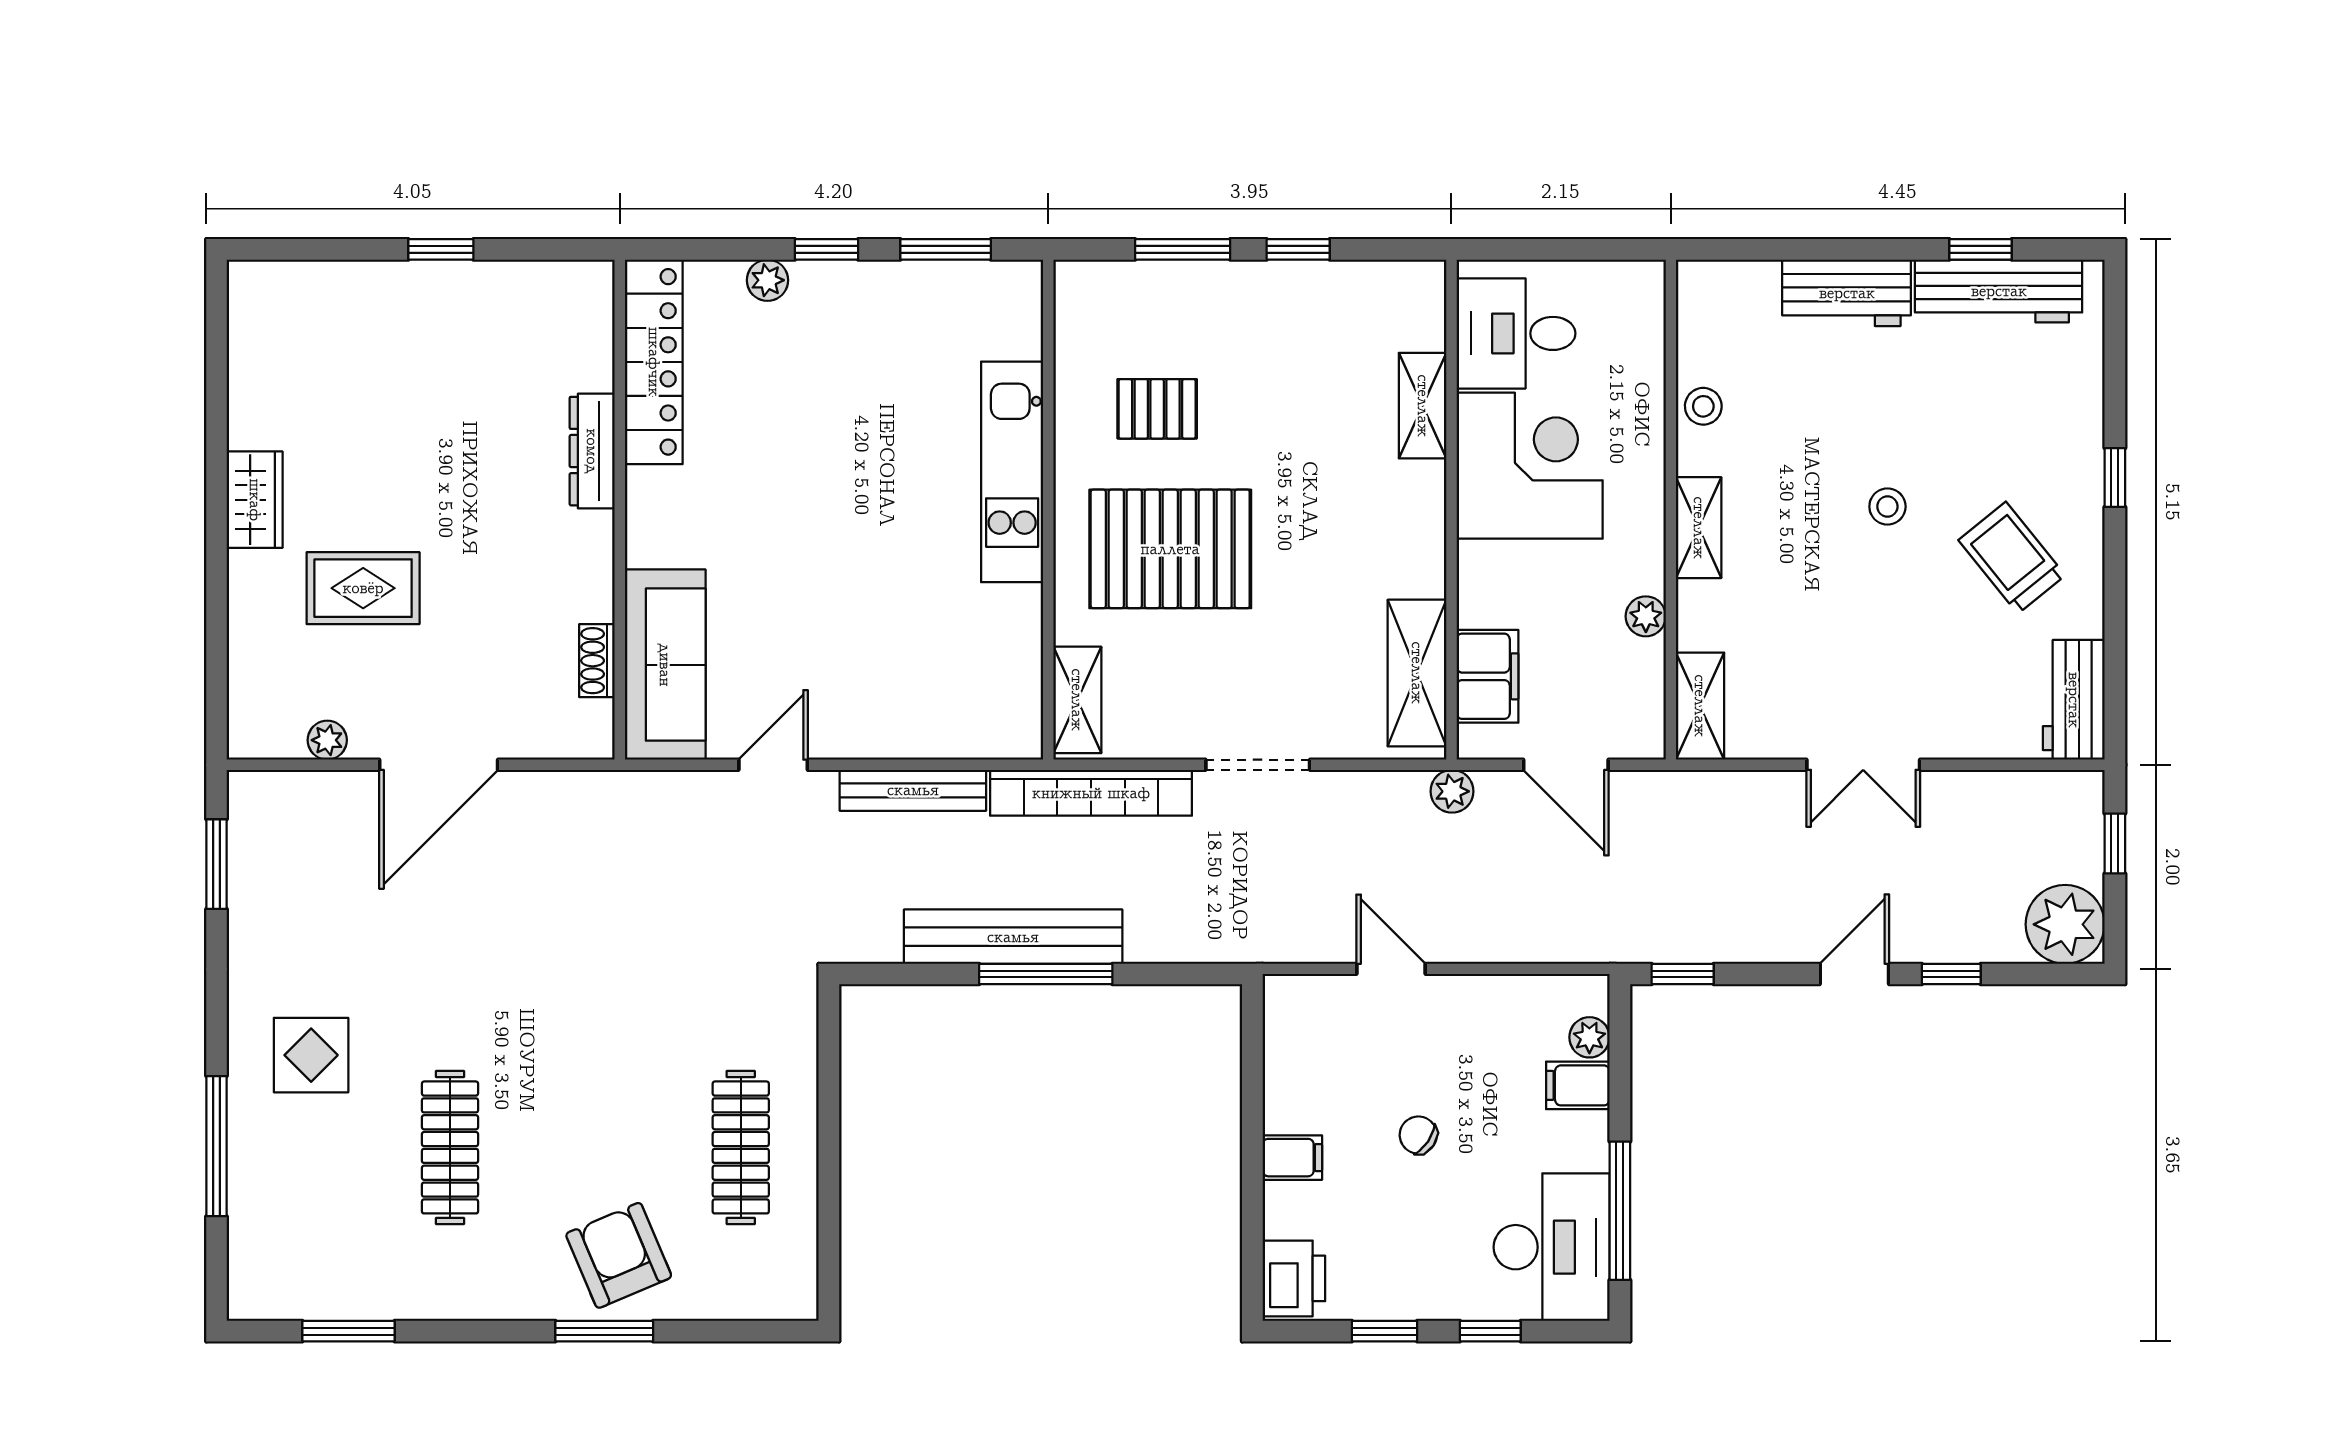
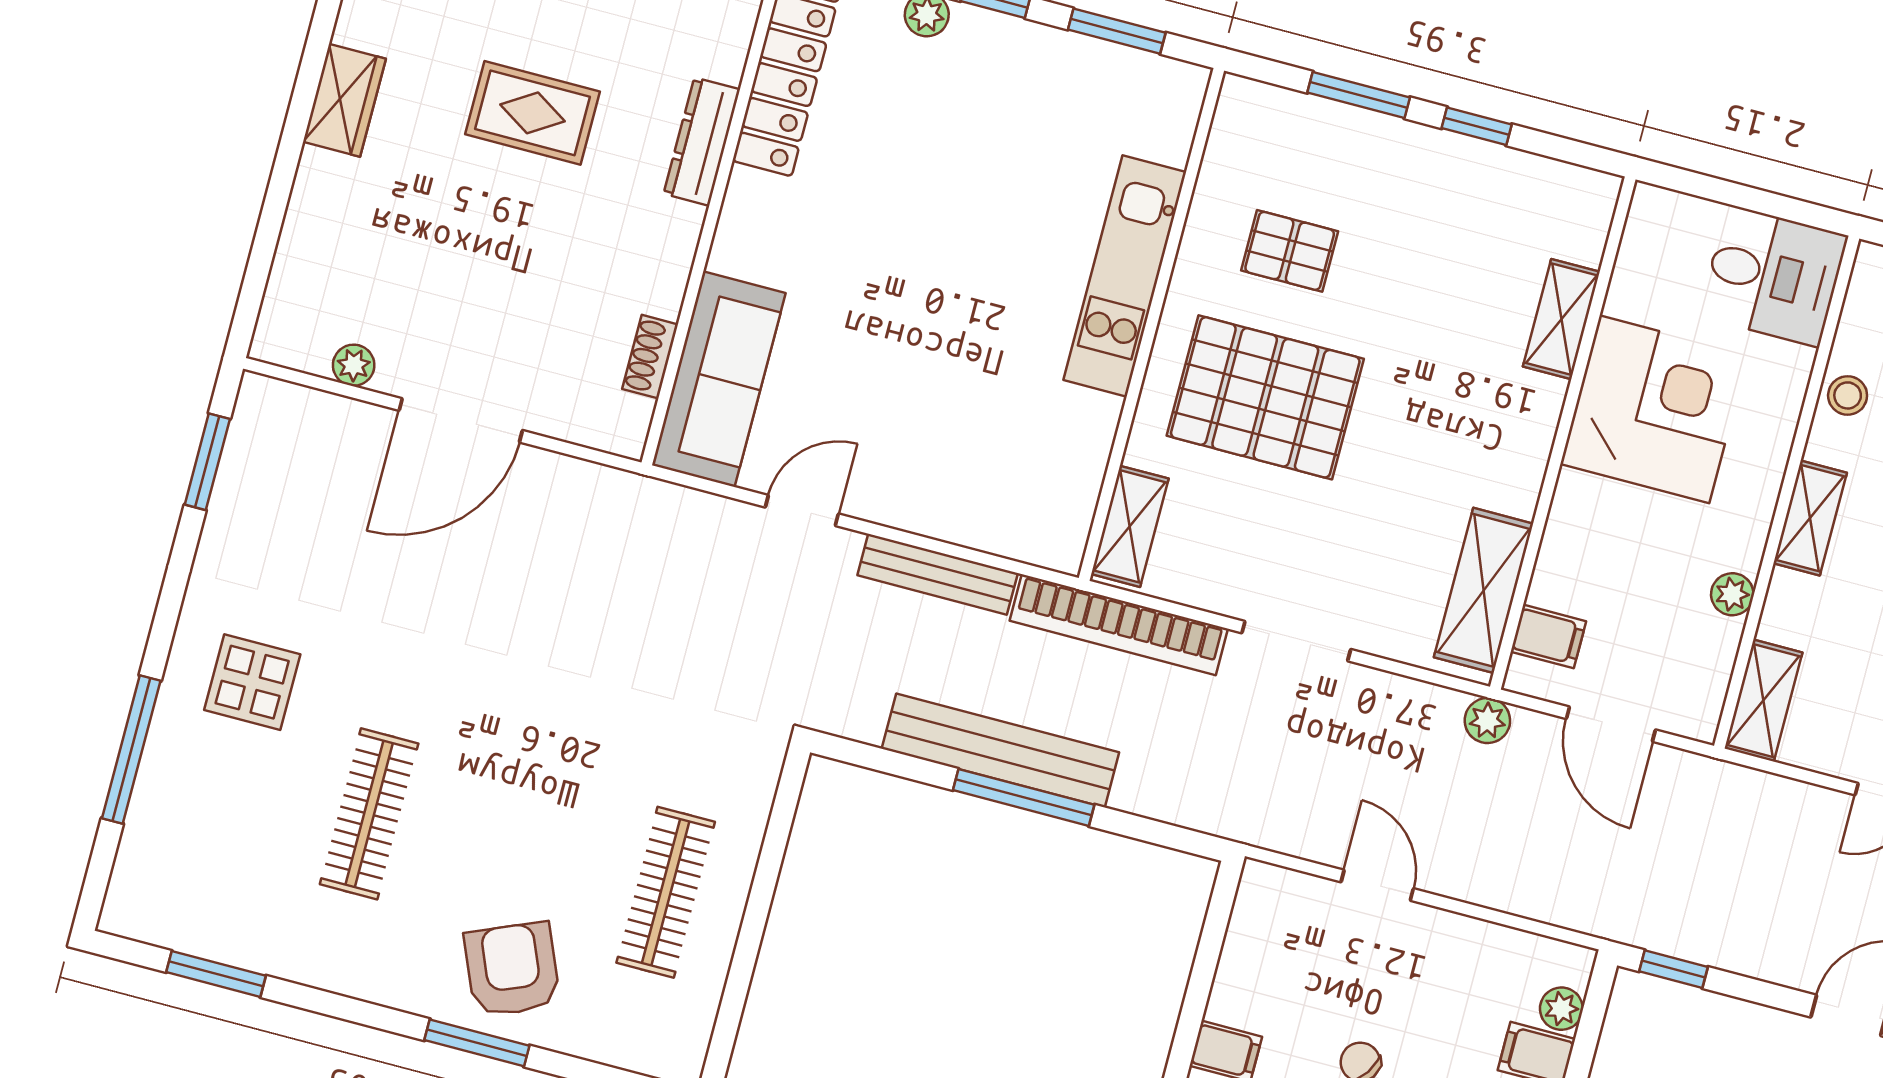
desk: (1516, 333) -> (1773, 276), moved, turned 180
rug: (363, 588) -> (533, 113), moved
filing cabinet: (1487, 676) -> (1548, 636), width x0.50

